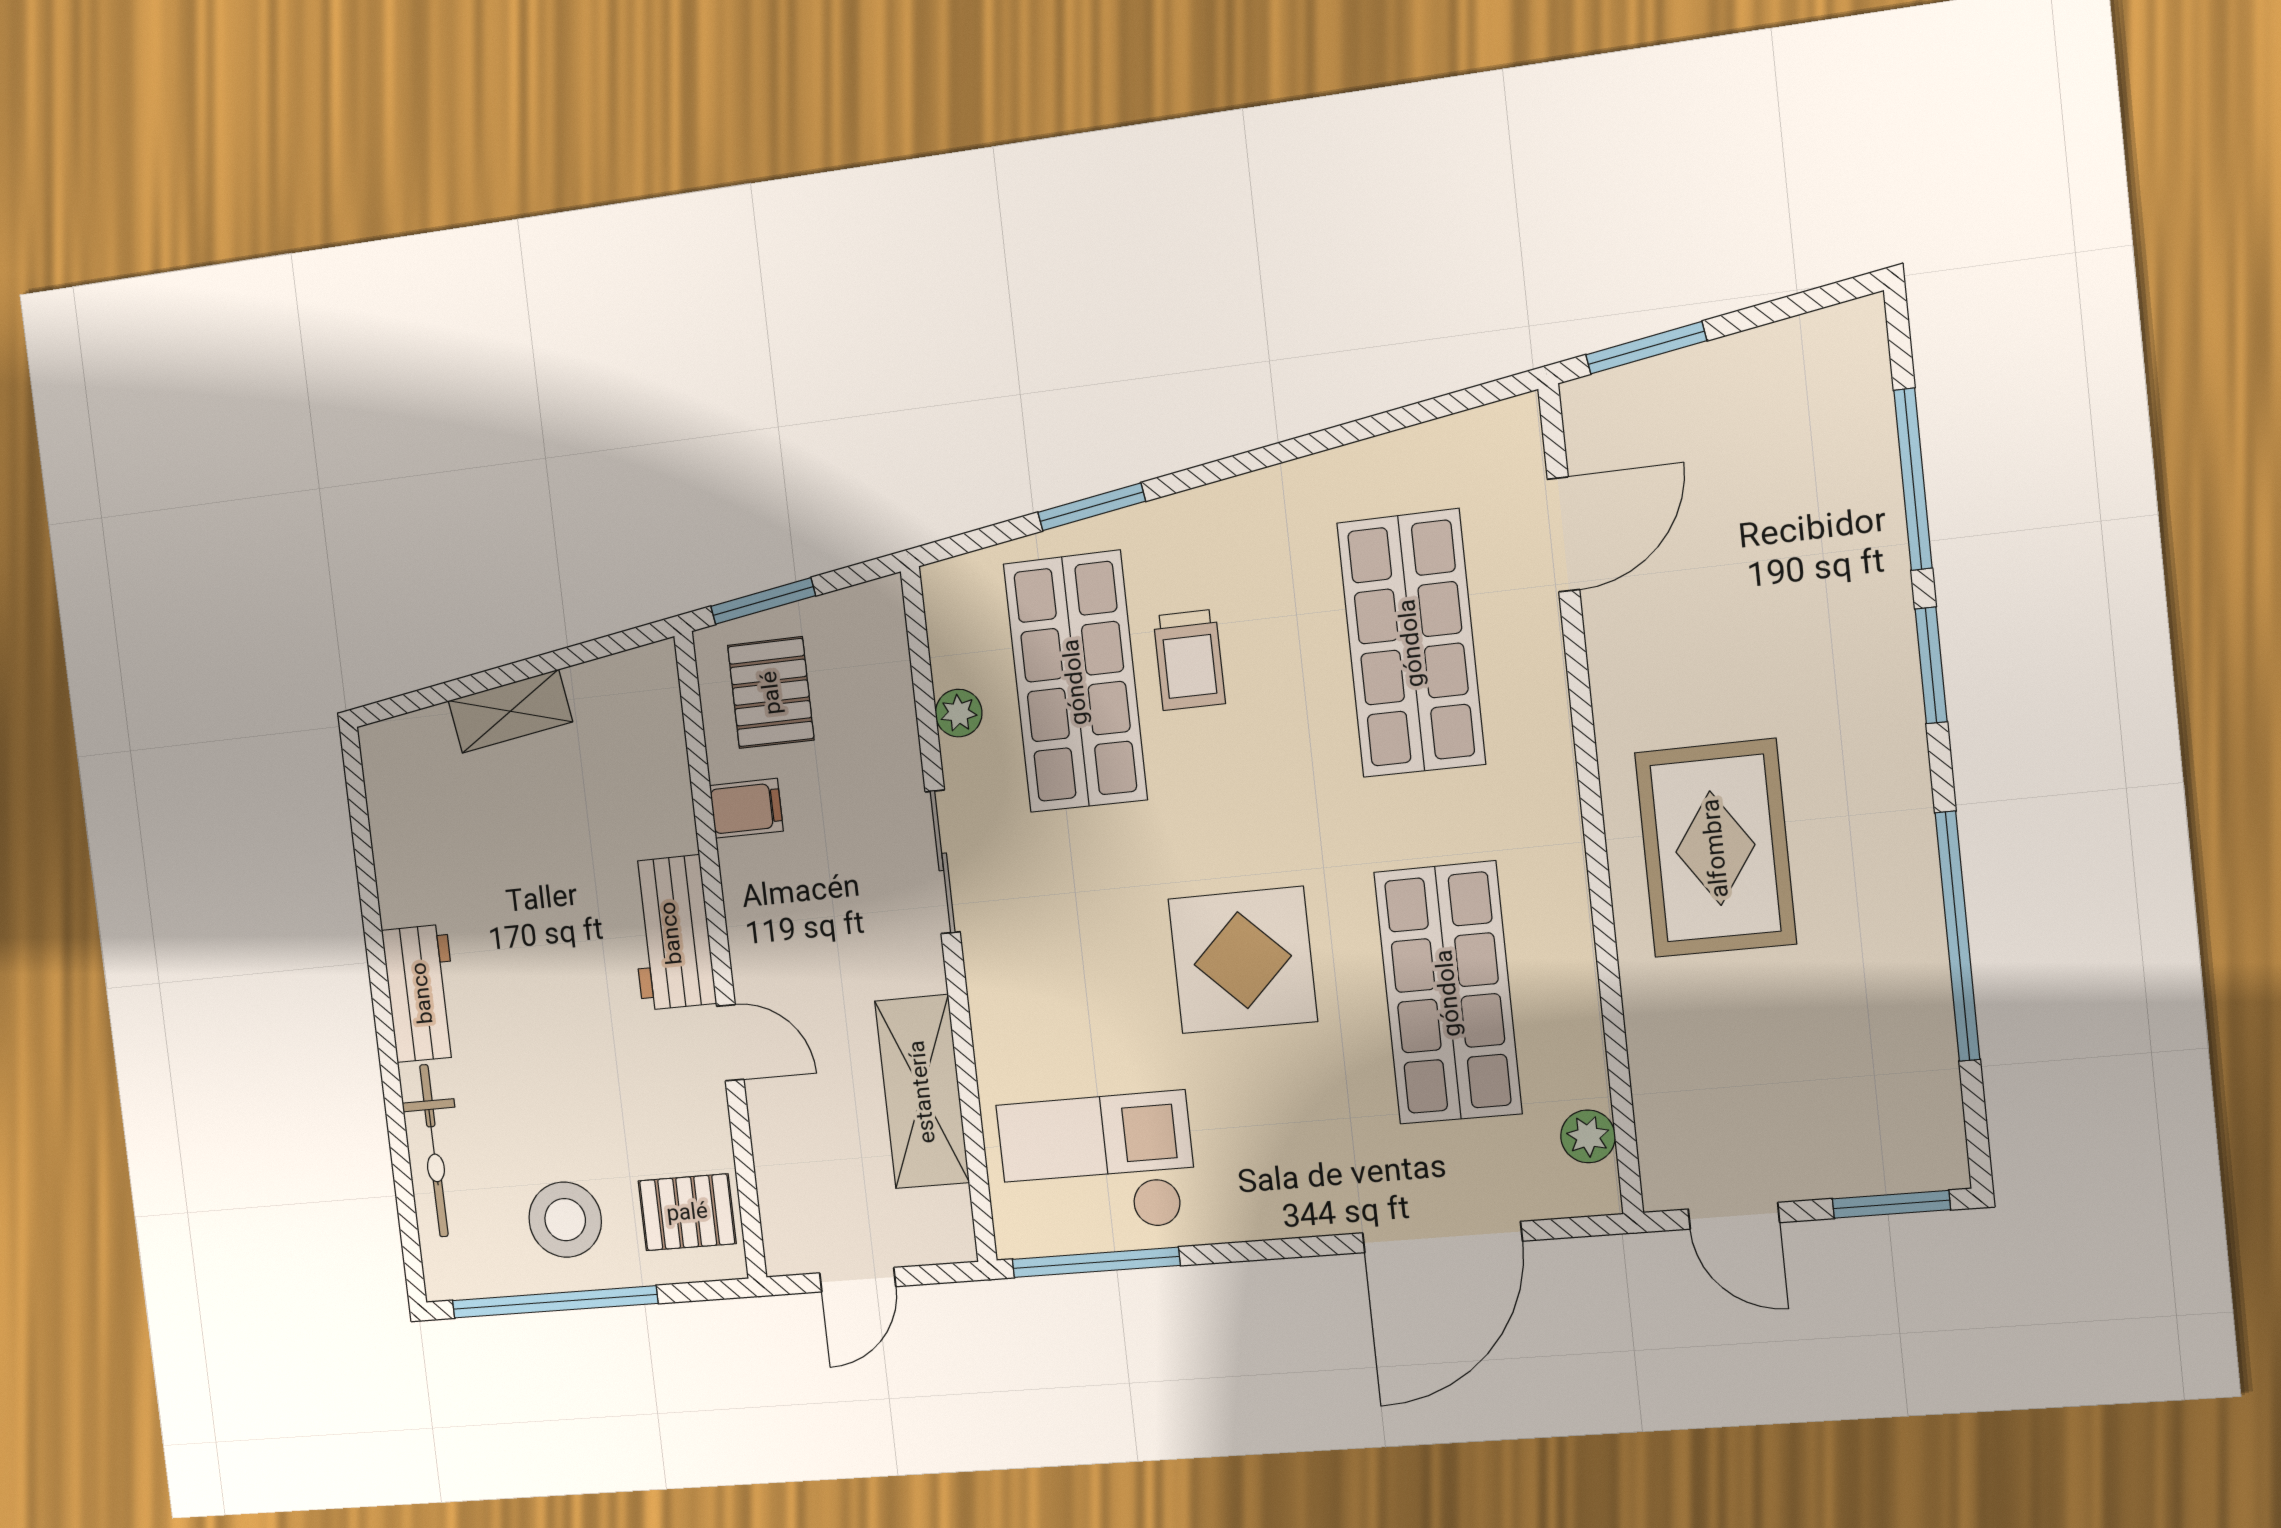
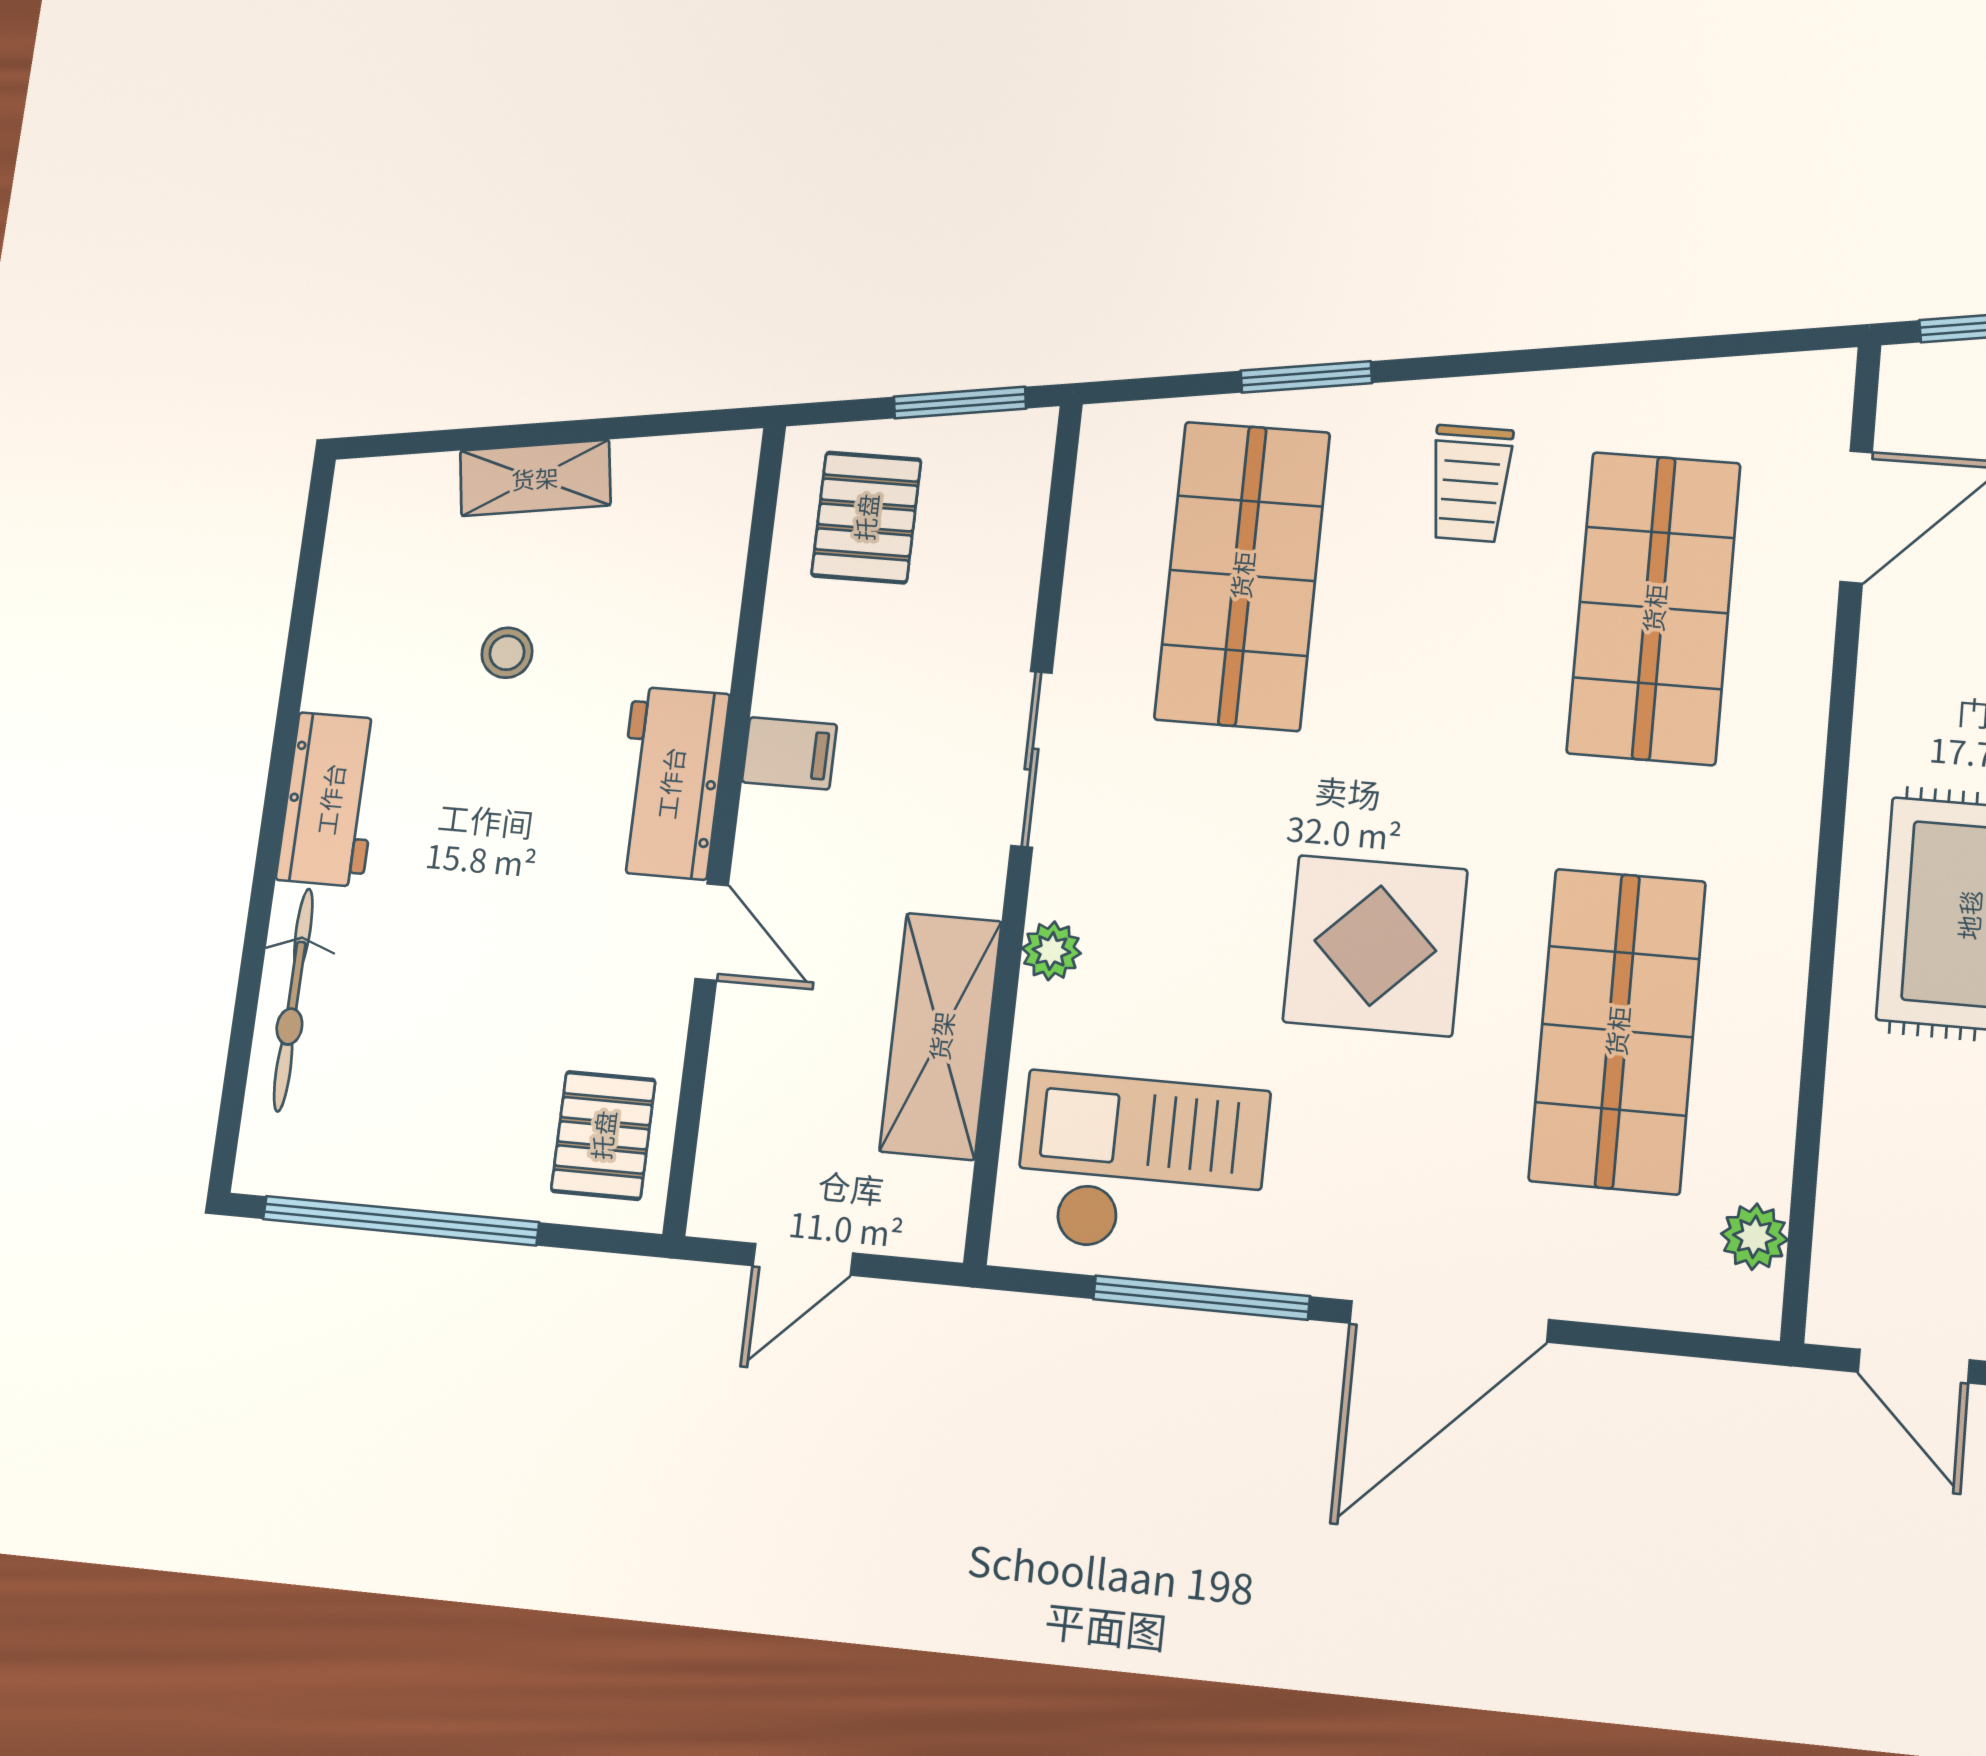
window: (763, 601) -> (960, 403), moved
trolley: (1189, 660) -> (1470, 483), moved
plant: (959, 713) -> (1051, 951), moved
filing cabinet: (746, 808) -> (789, 753), moved
pallet: (687, 1212) -> (603, 1135), turned 90
stool: (565, 1220) -> (507, 653), moved, width x0.53, depth x0.53
door: (1442, 1237) -> (1449, 1321), moved
window: (1096, 1262) -> (1201, 1298), moved

